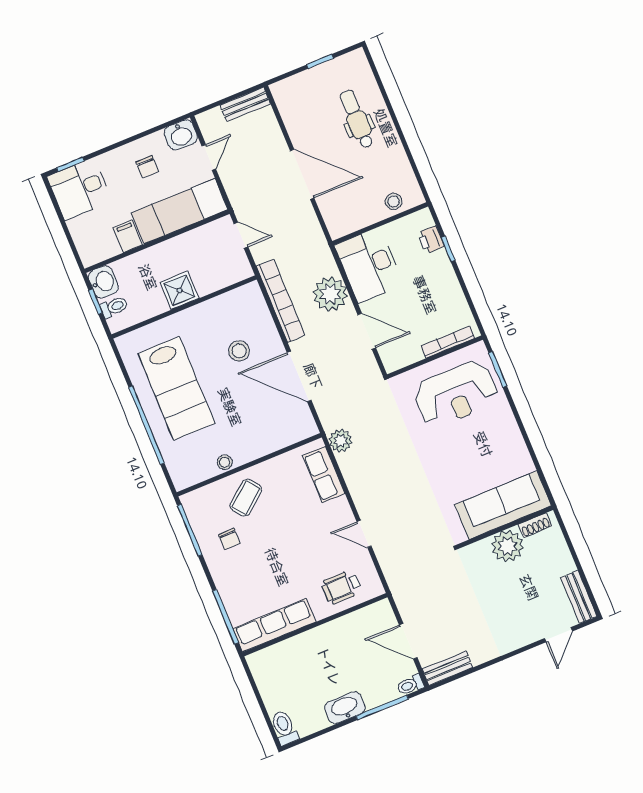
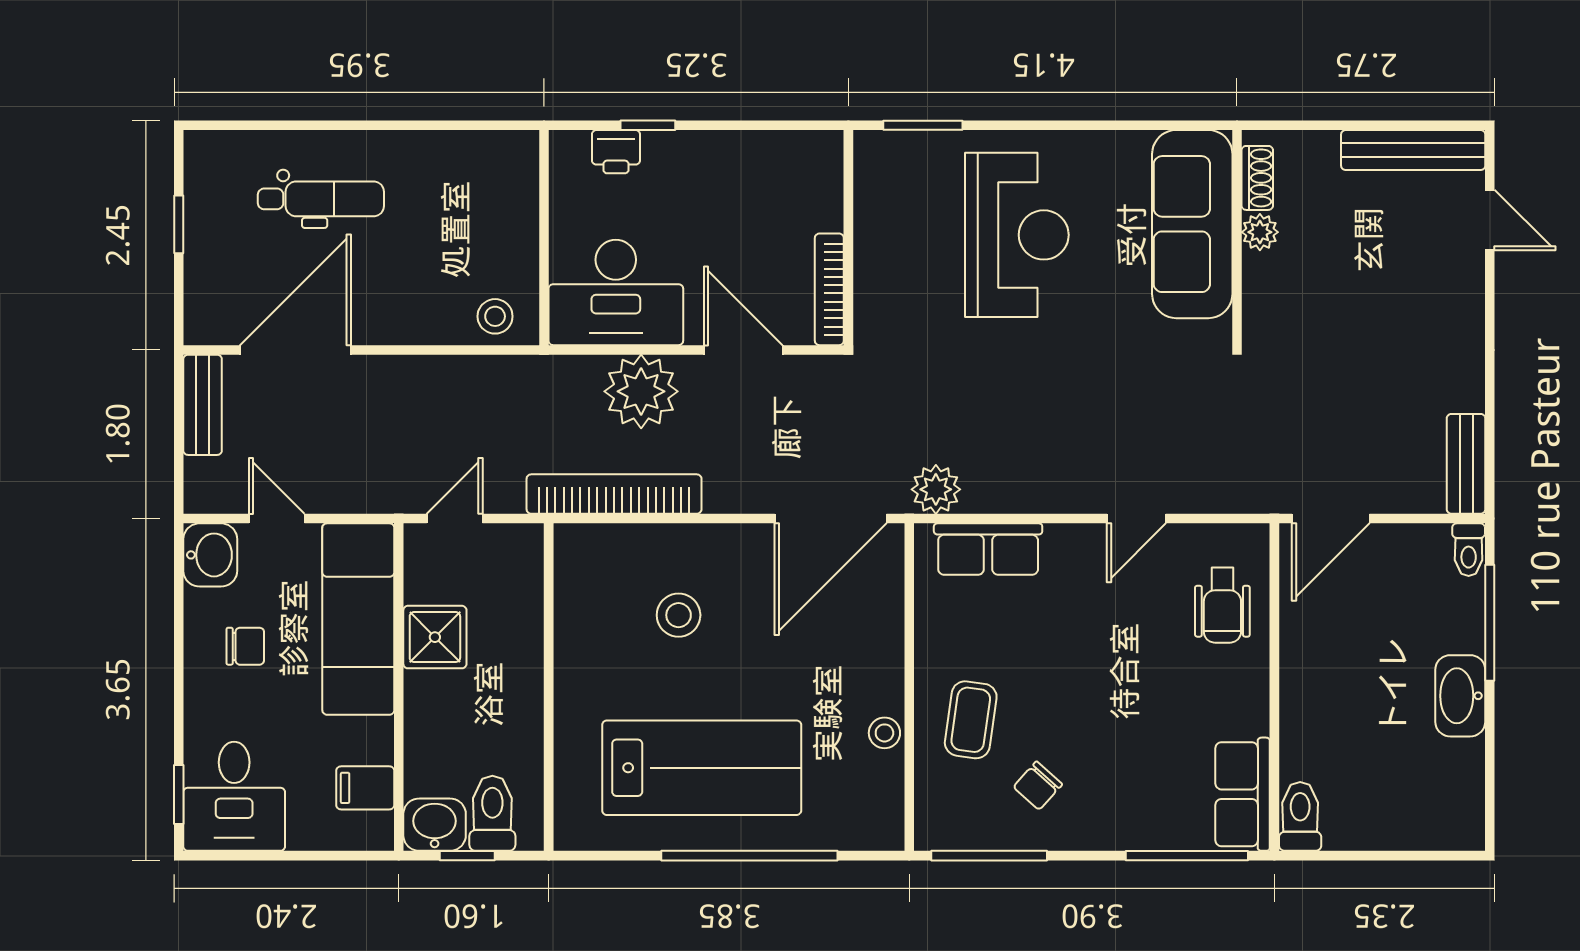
dental chair: (357, 119) -> (321, 199), turned 180
door: (302, 174) -> (295, 350), moved
stool: (394, 201) -> (495, 316), moved
filing cabinet: (128, 236) -> (365, 788), moved
shower: (179, 290) -> (435, 637), moved
toilet: (114, 307) -> (492, 813), width x1.37, depth x1.39
door: (367, 331) -> (743, 350), hinge flipped
bookcase: (448, 342) -> (829, 289), moved
door: (299, 376) -> (831, 519), moved
reception desk: (456, 394) -> (1017, 235), moved
coffee table: (246, 498) -> (971, 720), turned 47
chair: (229, 539) -> (1038, 786), turned 132
plant: (508, 546) -> (1260, 232), width x0.53, depth x0.53
bench: (579, 597) -> (1413, 150), width x1.36
row of seats: (274, 625) -> (1243, 794), width x0.68
door: (408, 641) -> (1331, 519), moved
toilet: (284, 728) -> (1300, 816), moved, turned 90

